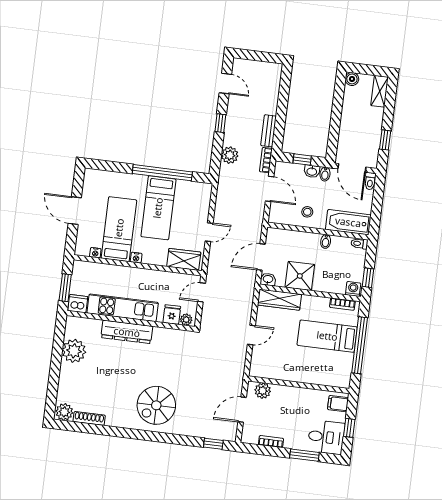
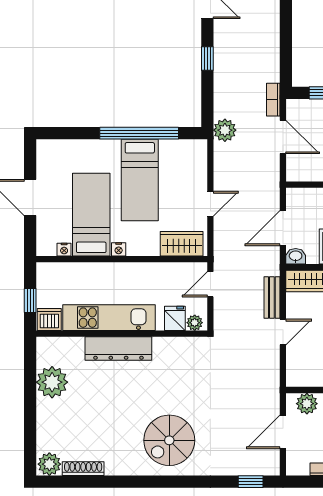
bench: (268, 131) -> (272, 298), moved
plant: (230, 155) -> (225, 130), moved
window: (65, 288) -> (30, 300), width x0.67

